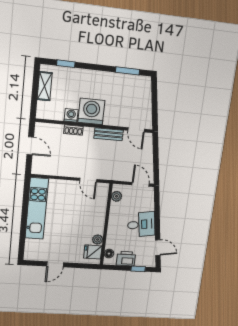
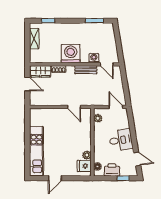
washing machine: (71, 115) -> (94, 58), moved
wardrobe: (49, 131) -> (41, 71), added
kitchen unit: (37, 209) -> (36, 151), moved

